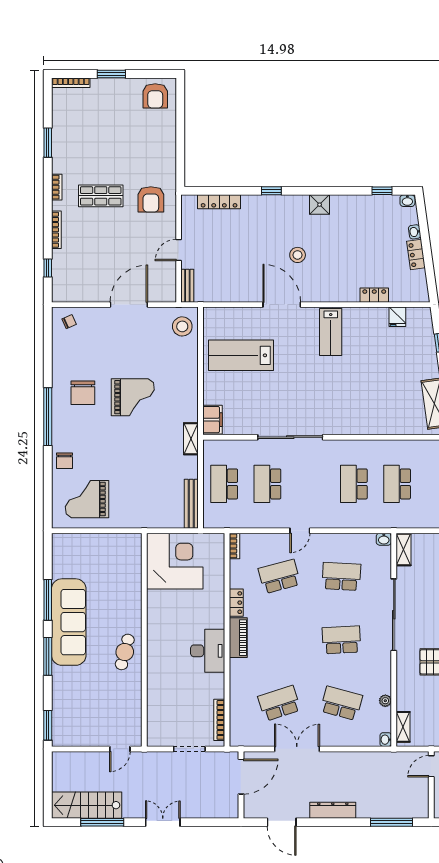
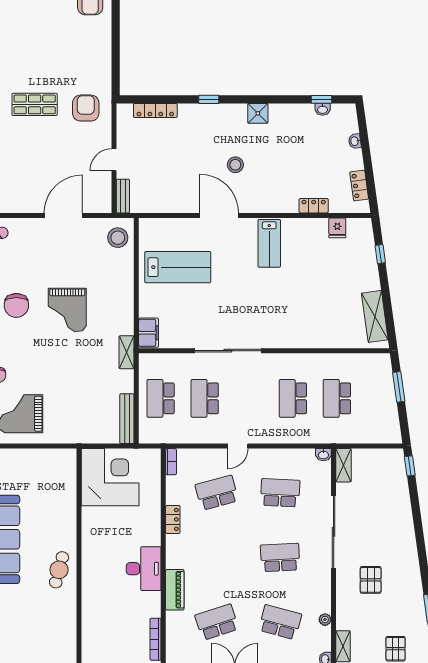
armchair: (151, 199) -> (86, 108), turned 180
washbasin: (407, 201) -> (323, 109), moved
locker: (416, 255) -> (359, 185), moved
lab bench: (241, 355) -> (178, 267), turned 180
grand piano: (133, 397) -> (67, 310), turned 90
piano: (238, 638) -> (175, 590), moved

